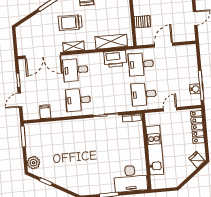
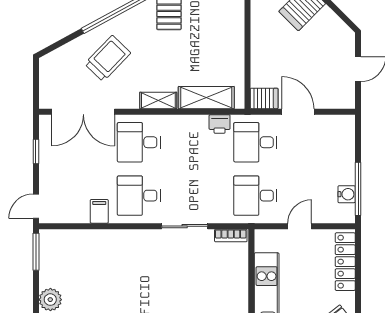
server rack: (142, 22) -> (264, 98), moved
trolley: (70, 23) -> (108, 58), moved, turned 134
door: (163, 45) -> (298, 112), hinge flipped
shelving: (73, 47) -> (158, 100), moved
printer: (115, 59) -> (220, 124), width x0.53, depth x0.68
door: (20, 100) -> (36, 206), moved
filing cabinet: (45, 112) -> (99, 211), moved

